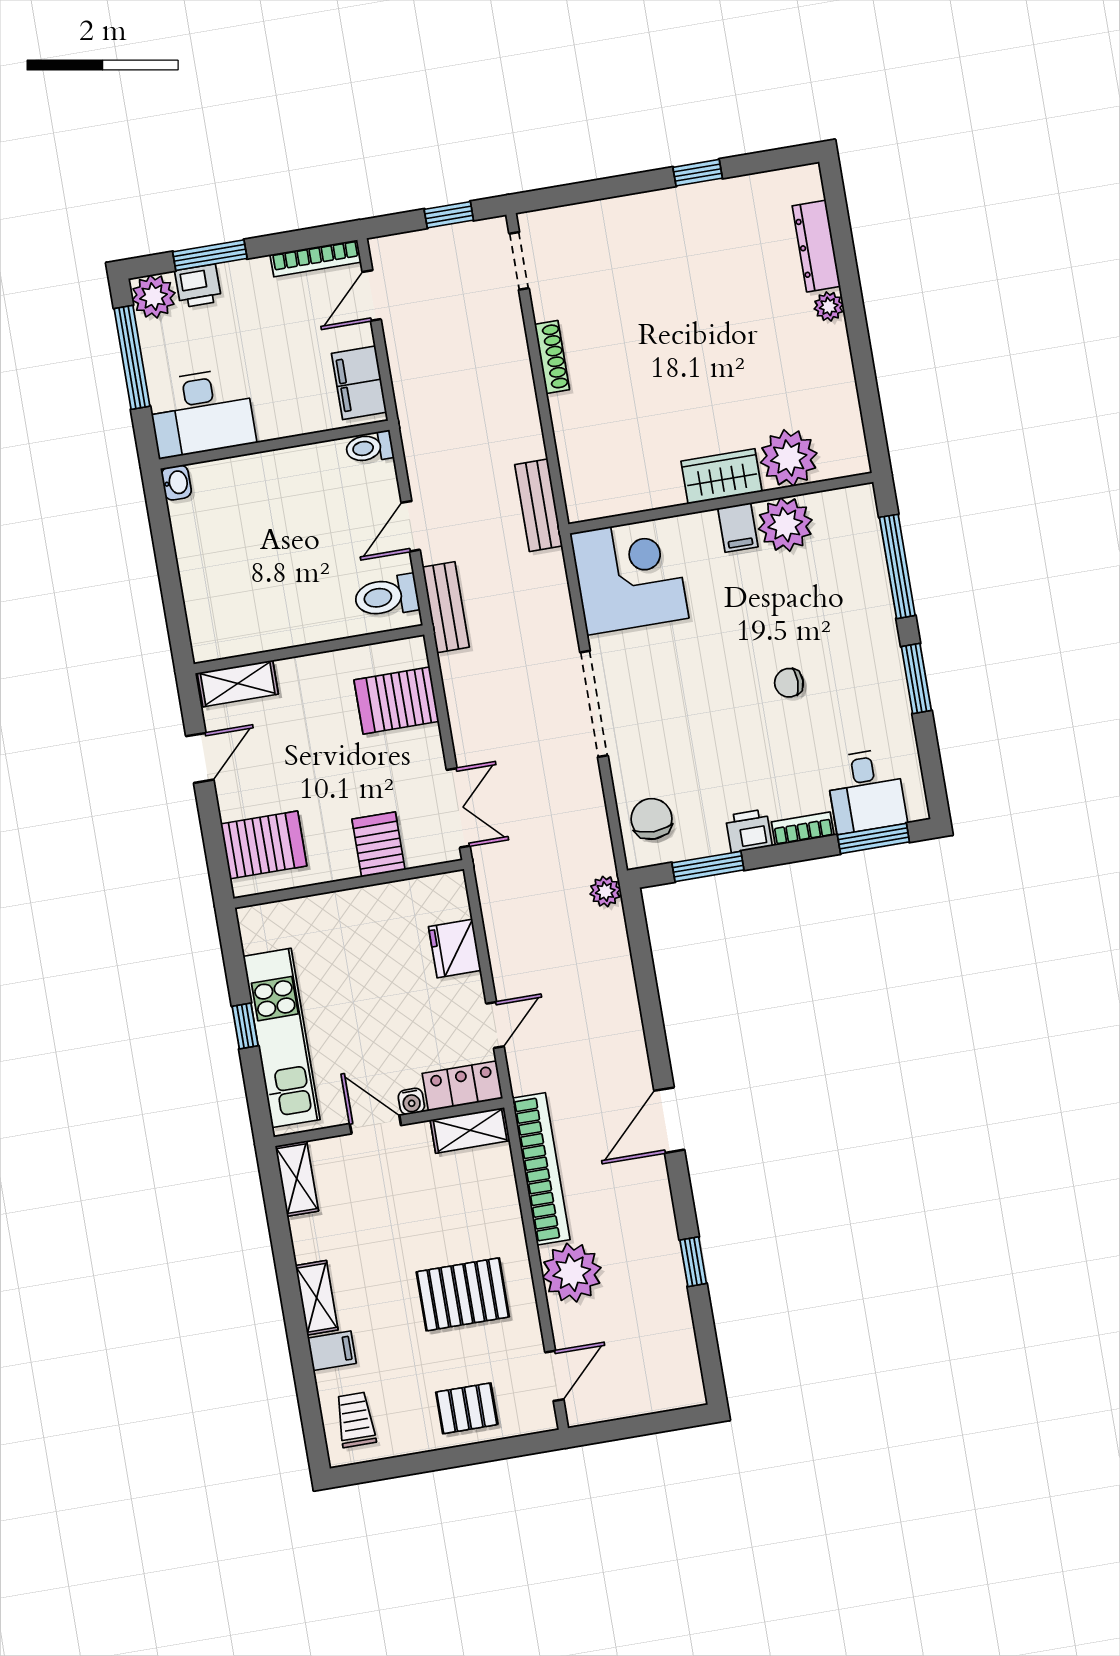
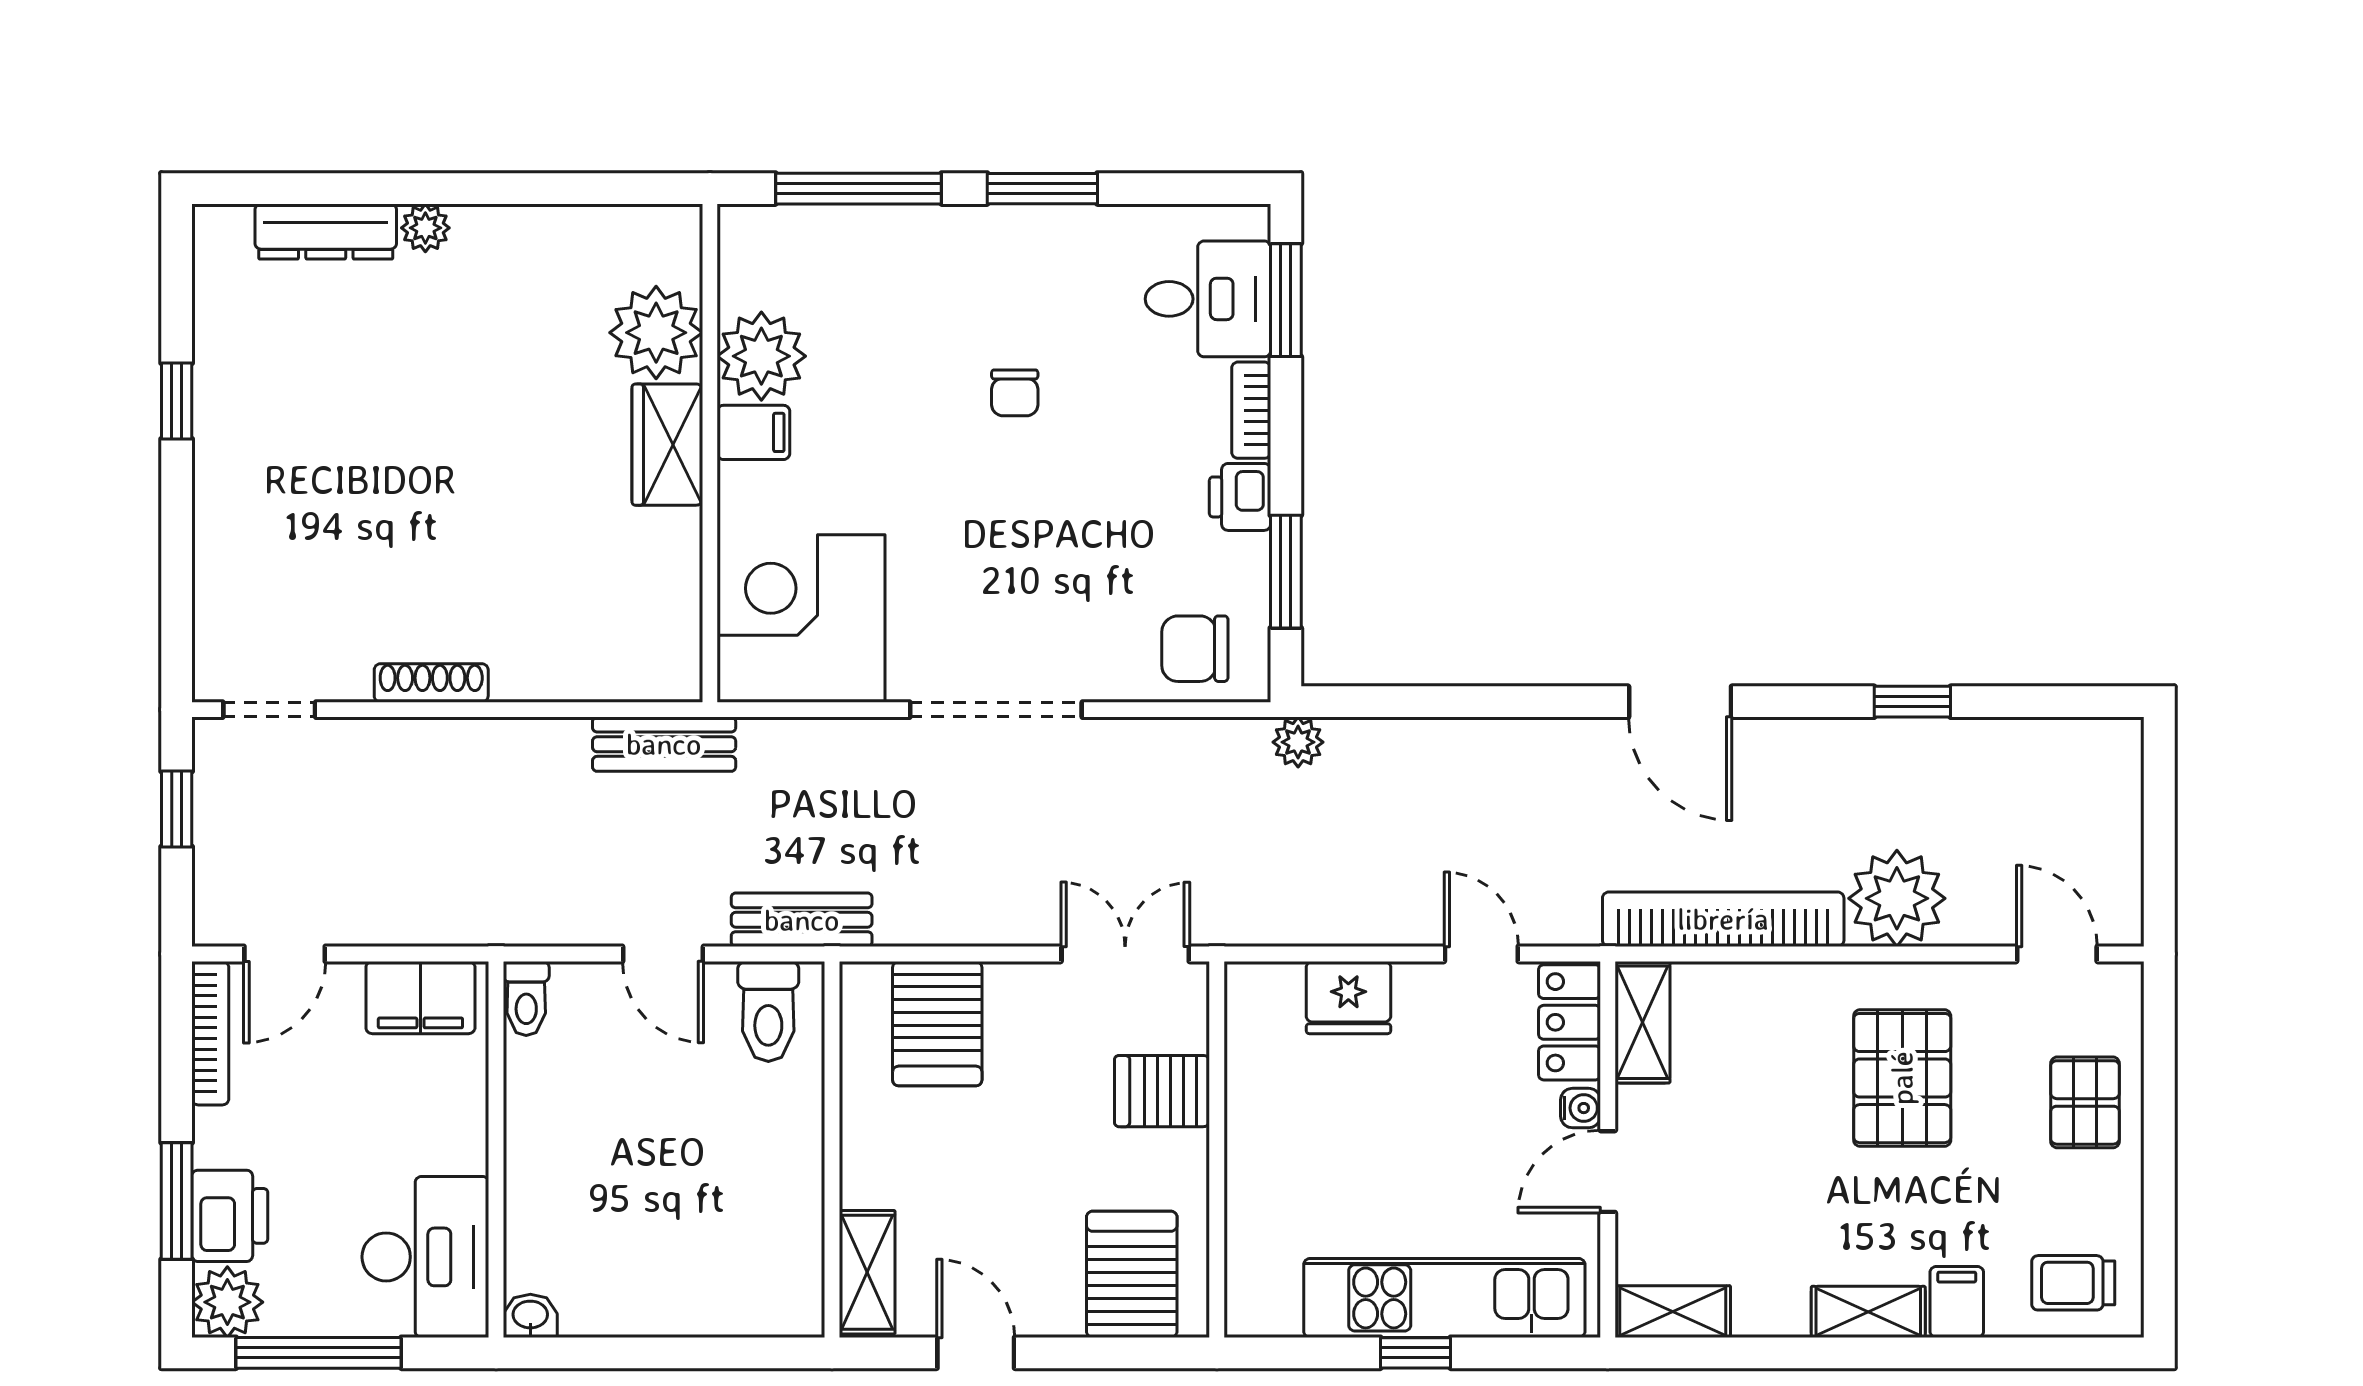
printer: (198, 286) -> (230, 1216), width x1.36, depth x1.24
door: (372, 296) -> (285, 954), hinge flipped

